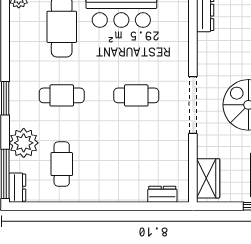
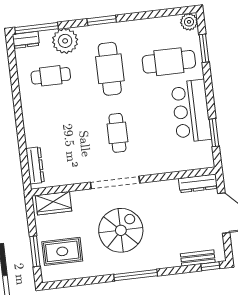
cafe table: (62, 95) -> (110, 69), width x1.37, depth x1.35
dresser: (162, 194) -> (35, 165), width x1.44

